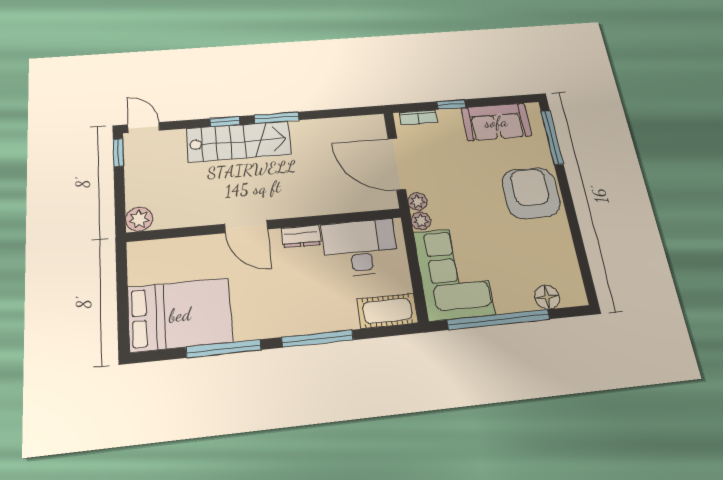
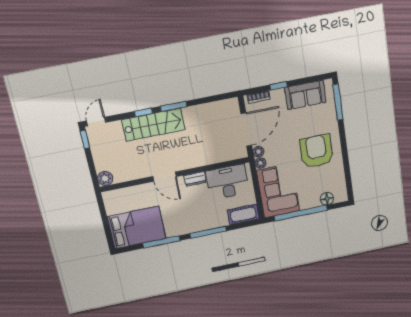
door: (144, 127) -> (96, 122), hinge flipped
door: (397, 164) -> (246, 130), swing flipped
armchair: (531, 193) -> (316, 151), moved

